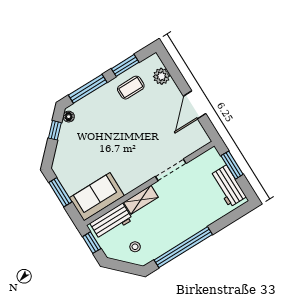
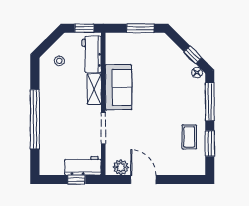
plant: (161, 76) -> (121, 167), moved
window: (232, 165) -> (76, 180), width x0.67
workbench: (228, 186) -> (83, 166), moved
sofa: (97, 197) -> (118, 87), moved
window: (183, 247) -> (35, 119), moved

